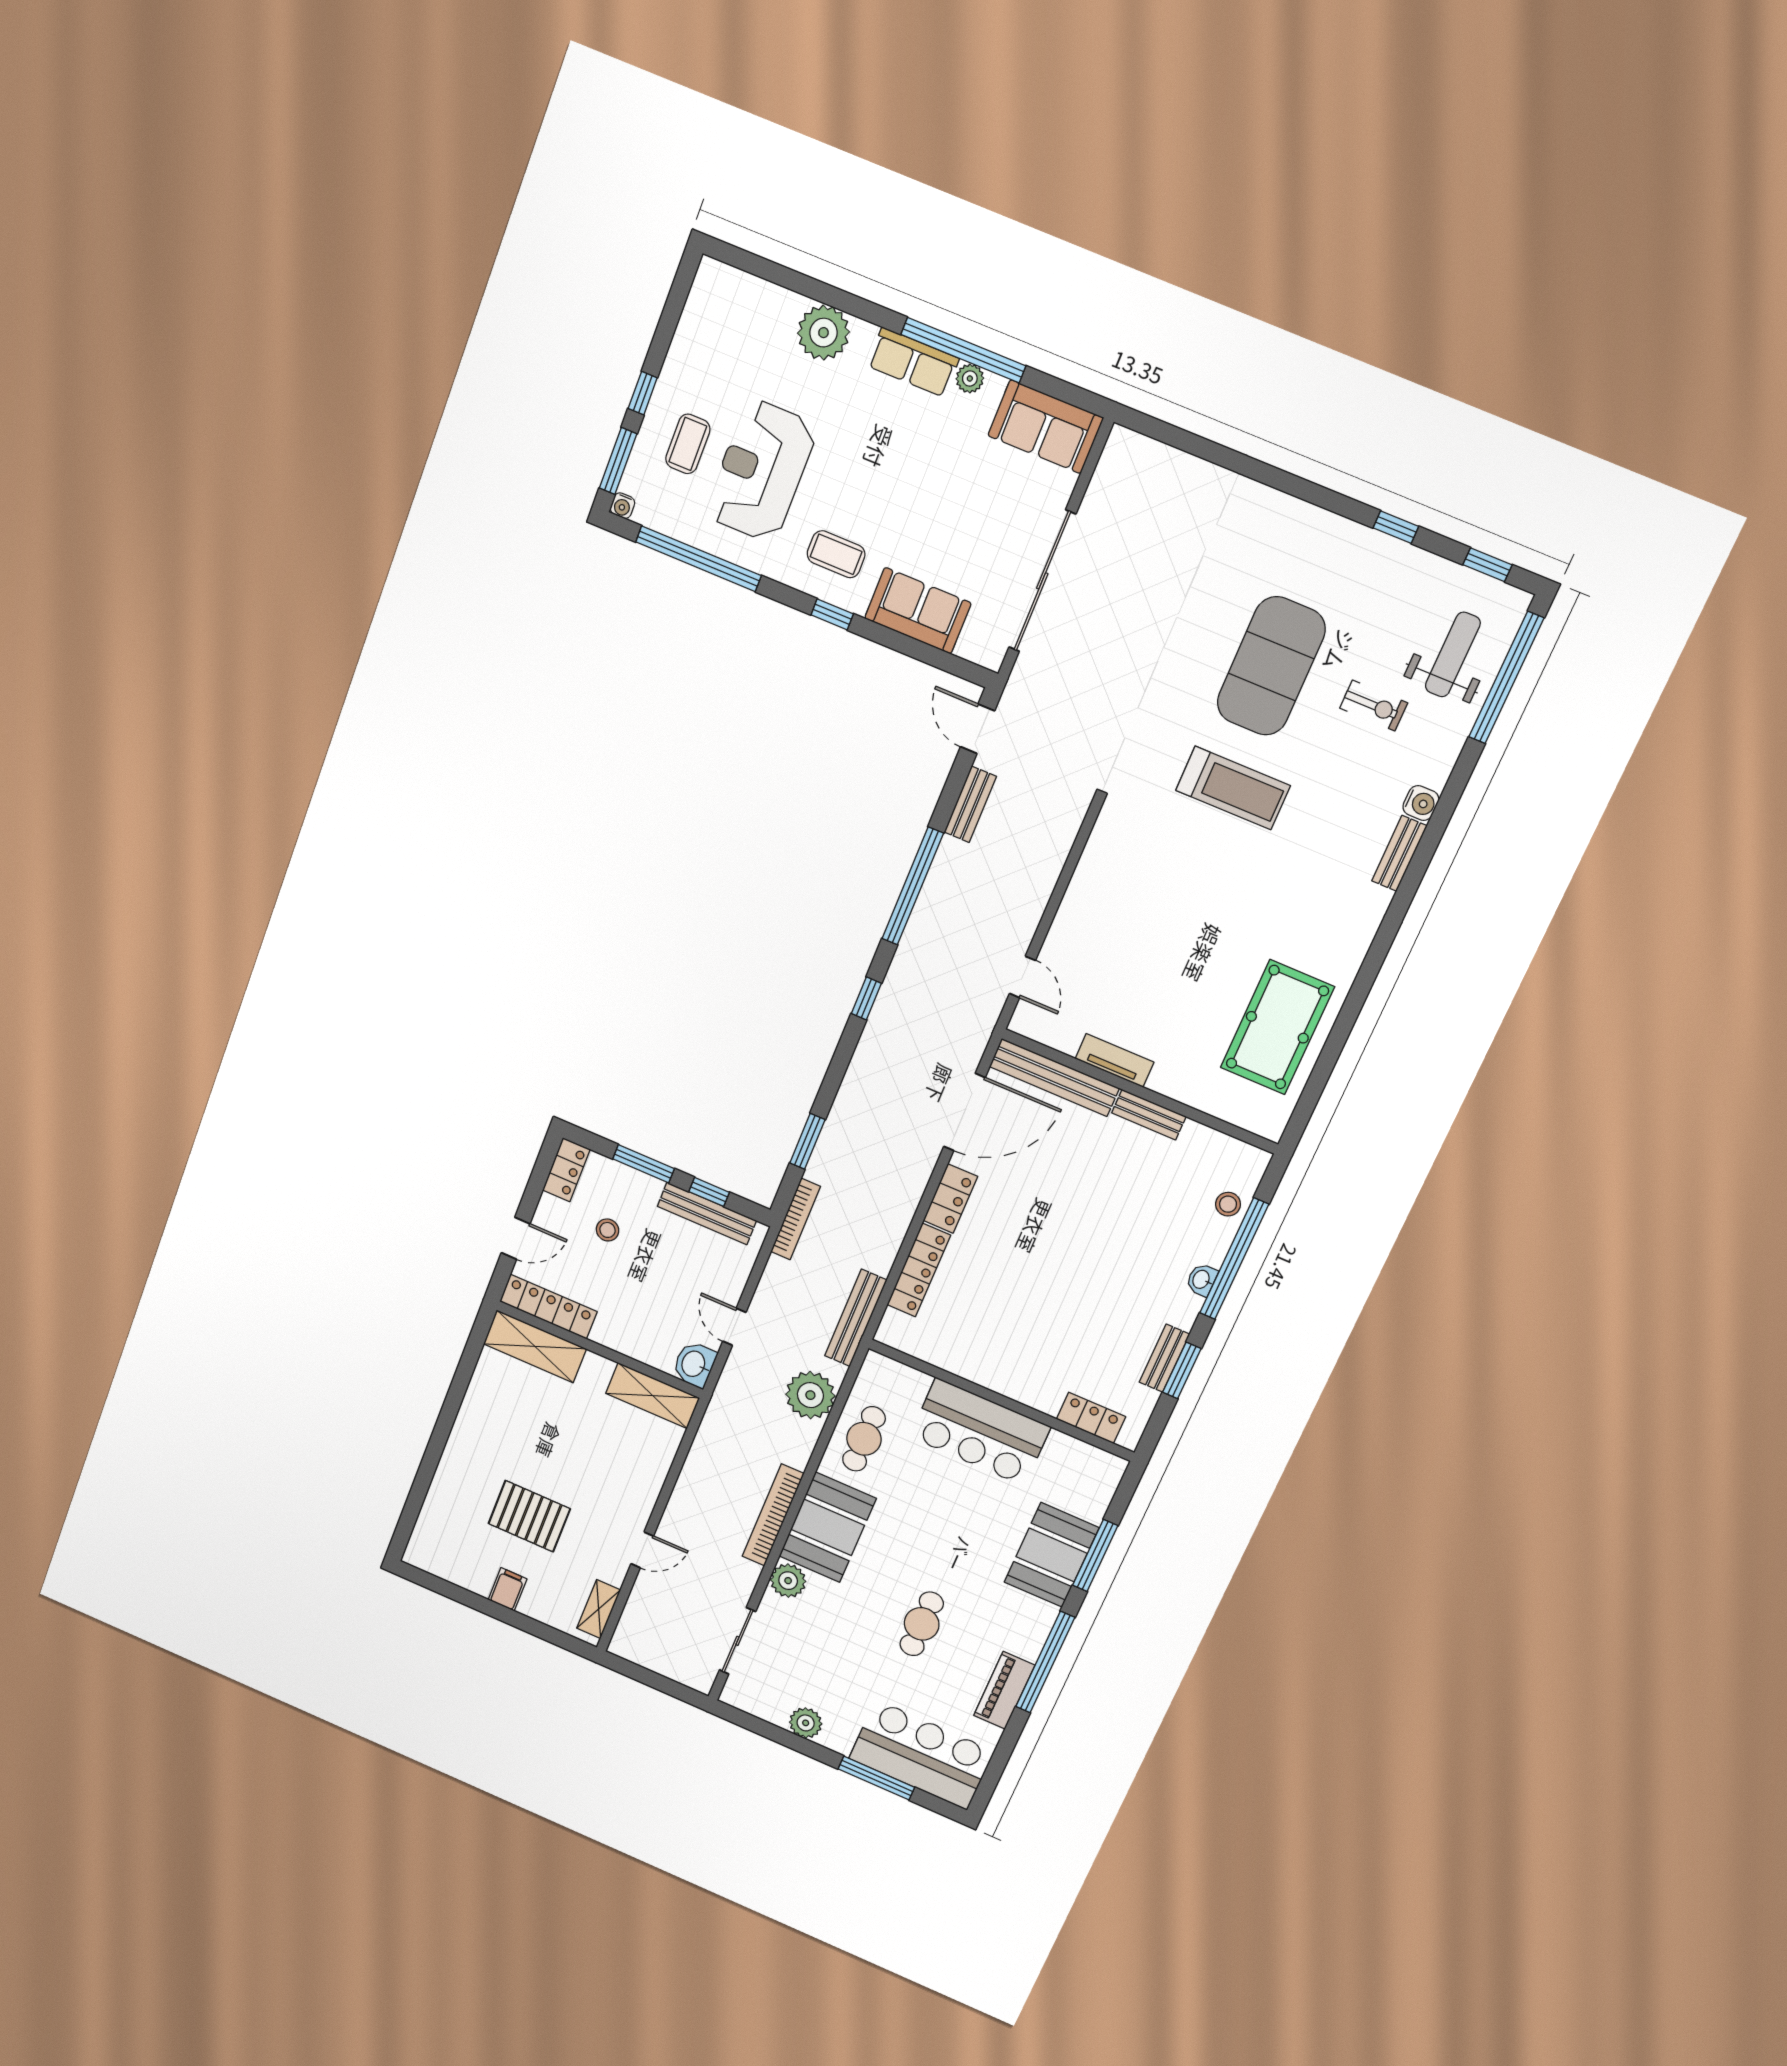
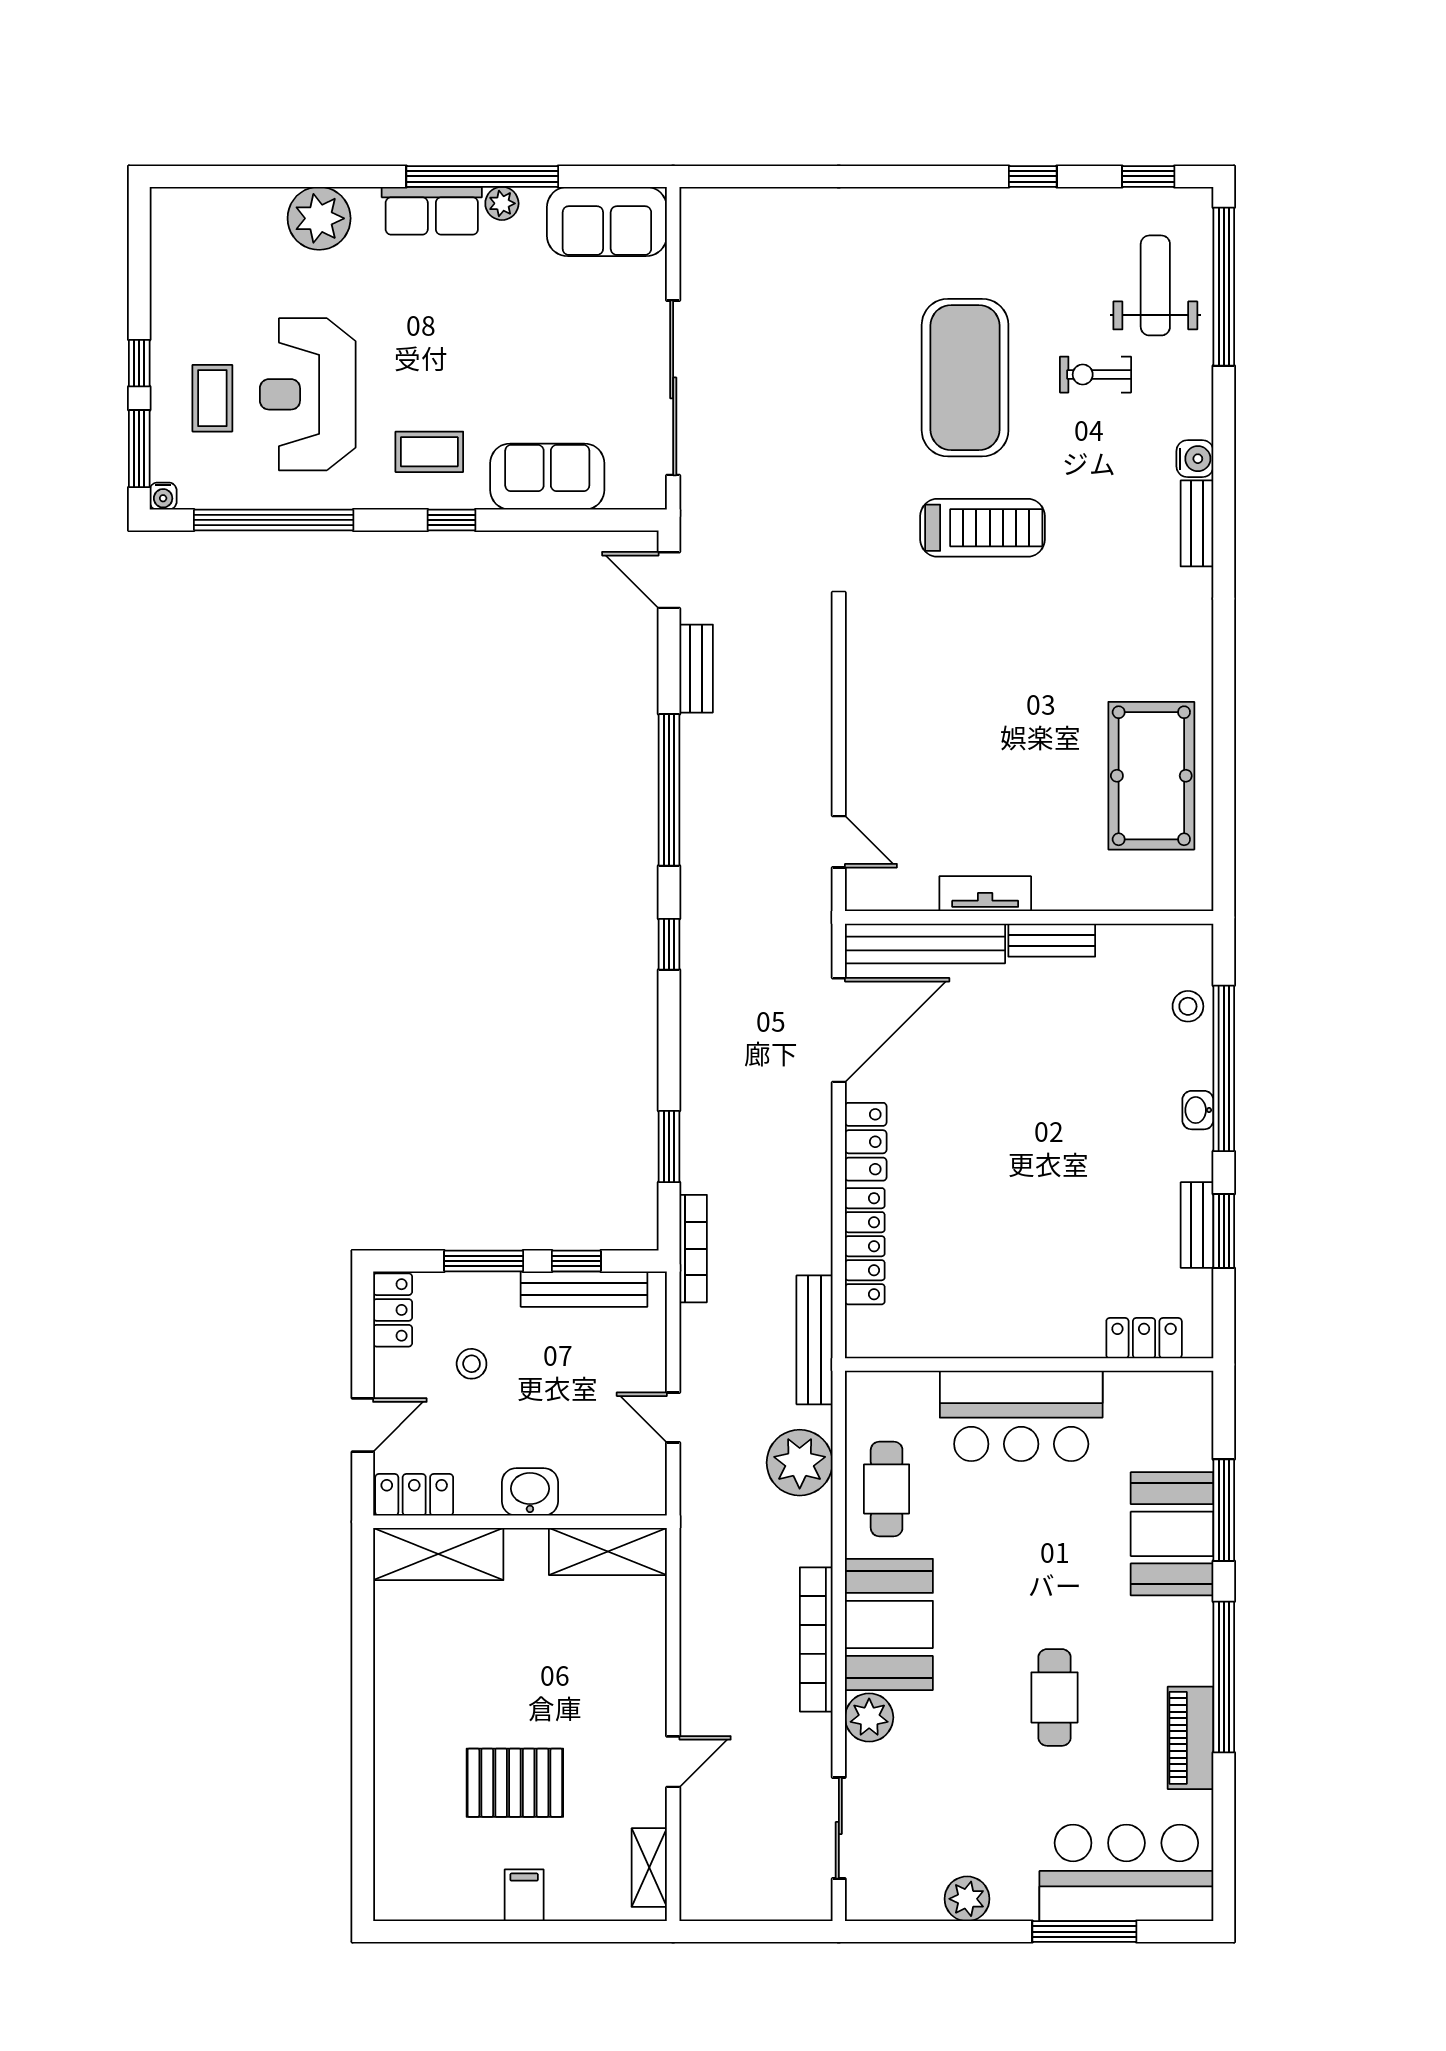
exercise bike: (1374, 706) -> (1096, 375), turned 180
locker: (548, 1307) -> (414, 1495), width x0.66
washbasin: (694, 1364) -> (530, 1492), moved, turned 90

